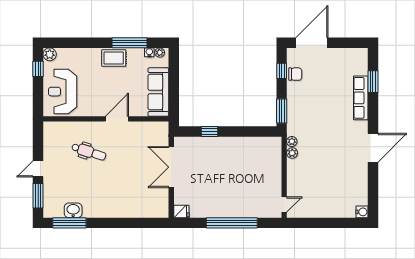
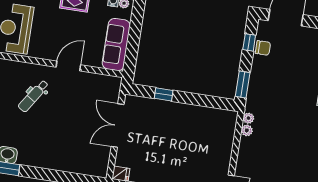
dental chair: (89, 152) -> (33, 96), turned 105

